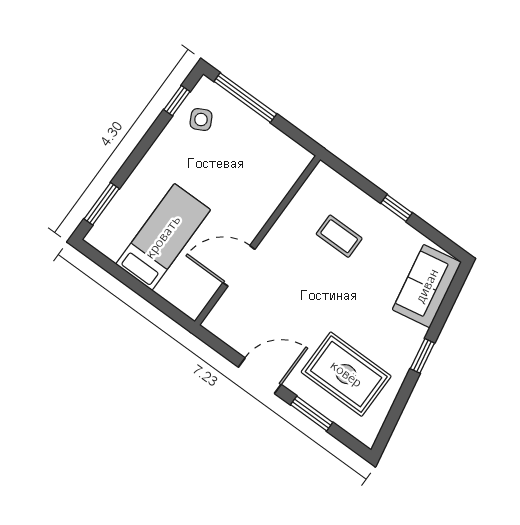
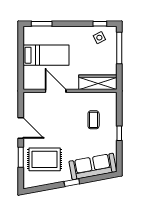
wardrobe: (278, 180) -> (98, 82), added
sofa: (427, 286) -> (93, 166), width x1.36
rug: (346, 374) -> (45, 159), turned 90

